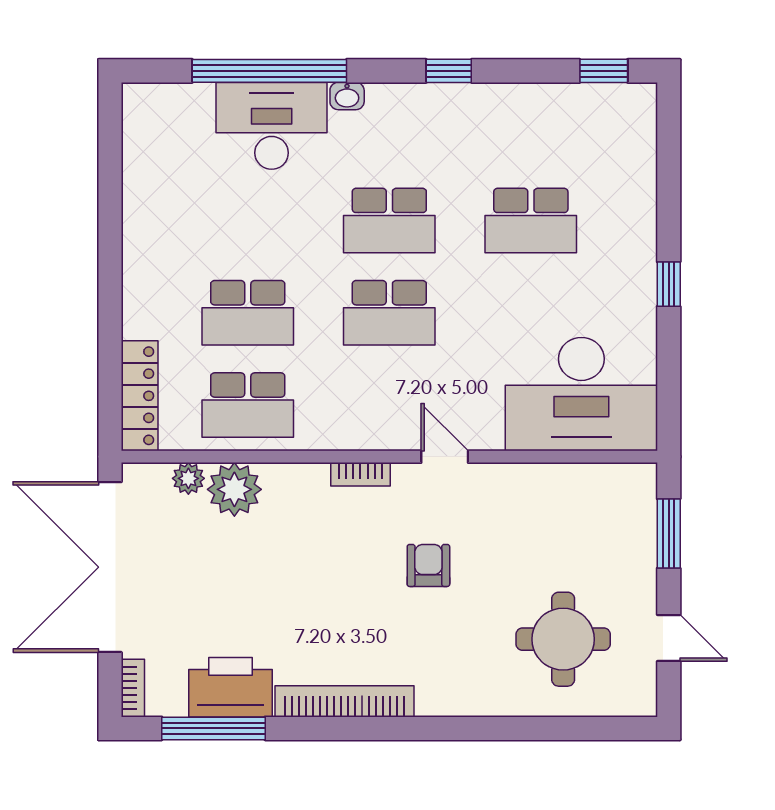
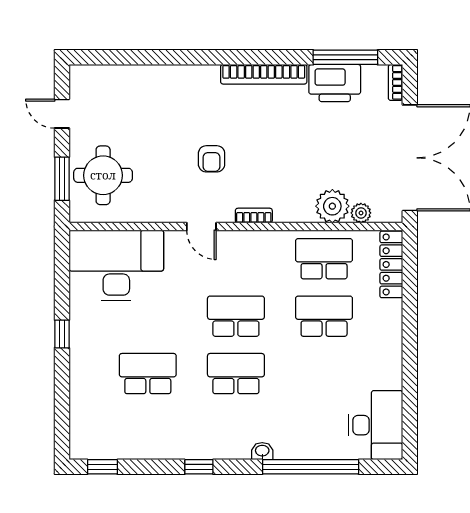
desk: (272, 126) -> (376, 425), moved, turned -90
round table: (563, 639) -> (103, 175), moved

